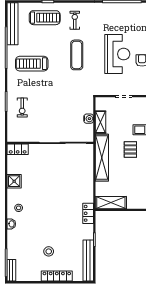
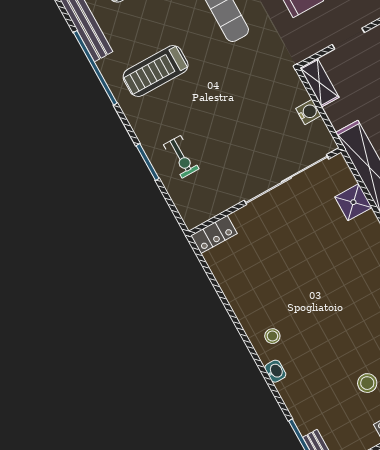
shelving: (101, 122) -> (319, 83), moved
shower: (14, 181) -> (353, 202), moved

